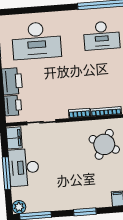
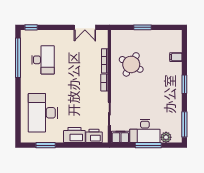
desk: (36, 41) -> (43, 113), turned 180
plant: (19, 207) -> (166, 137), moved

